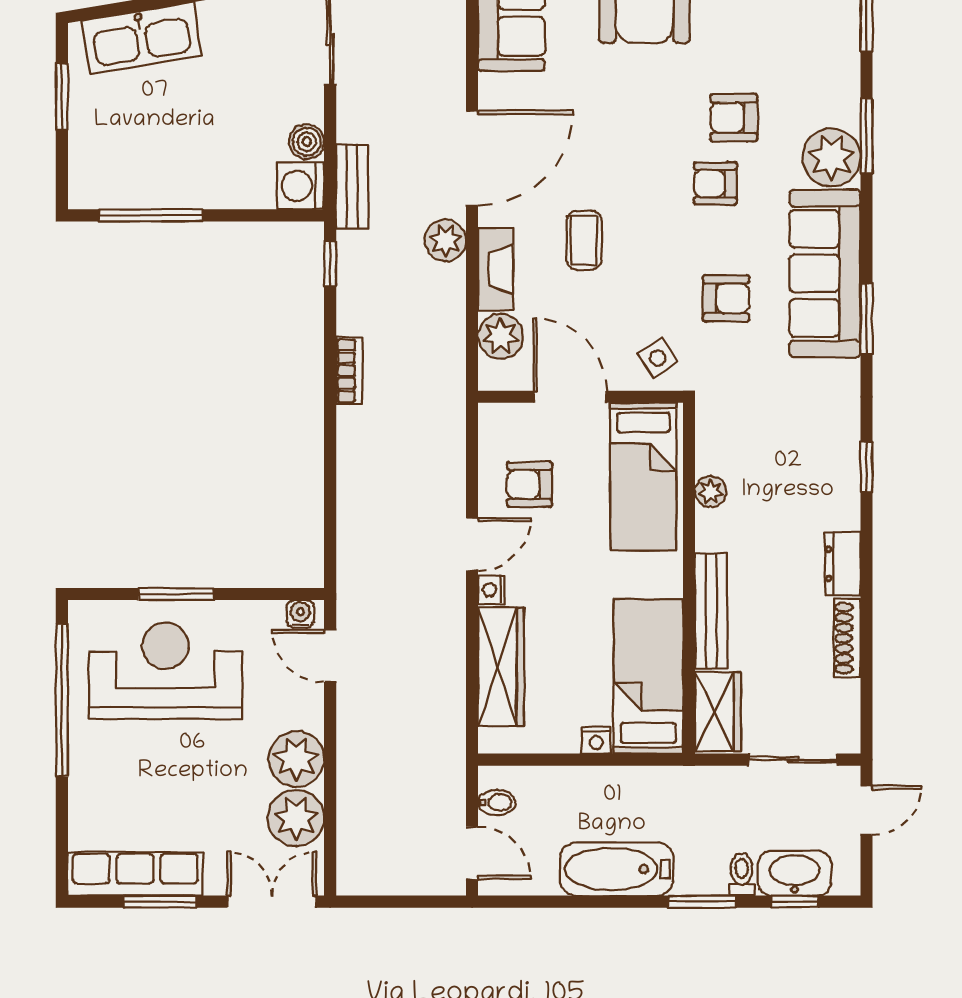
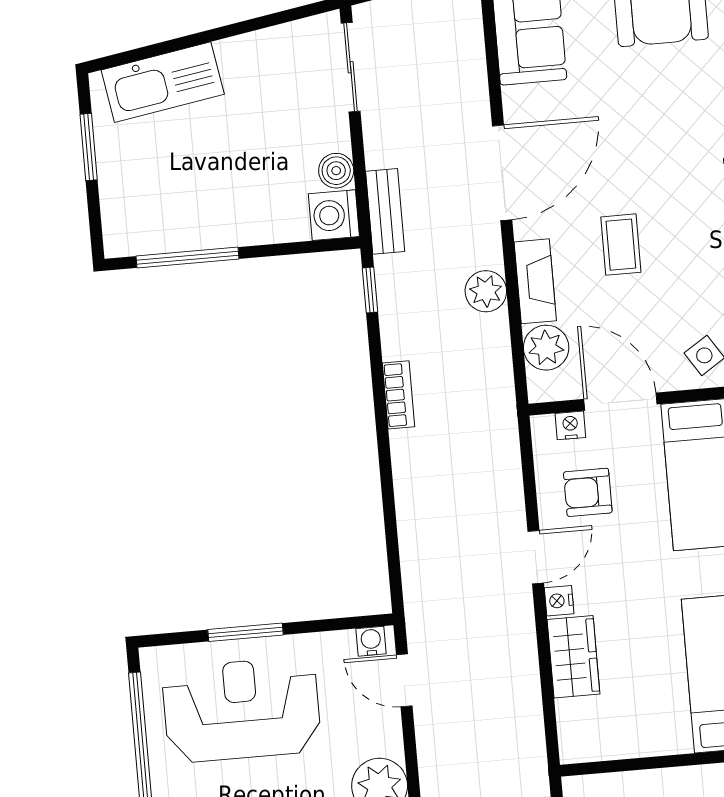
plant: (445, 240) -> (486, 291), moved
wardrobe: (501, 667) -> (573, 657), width x0.67
nightstand: (596, 740) -> (570, 425), moved, turned 180

